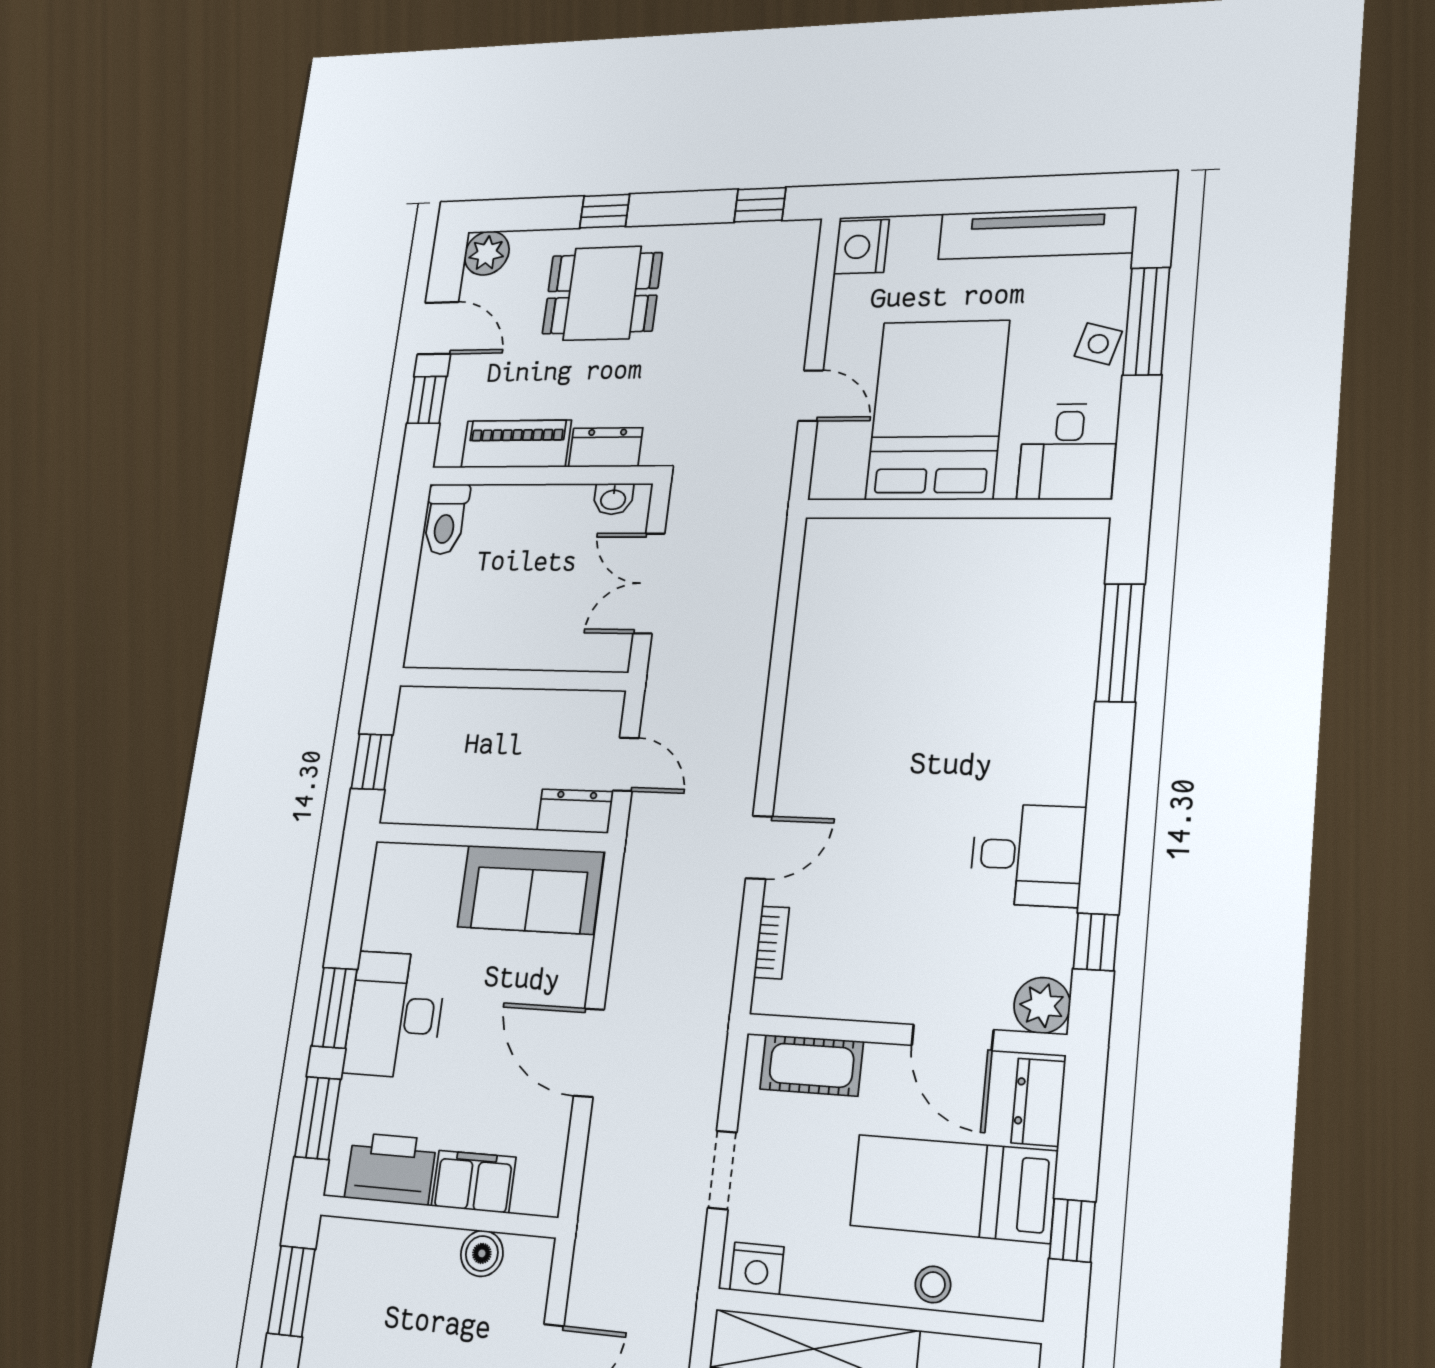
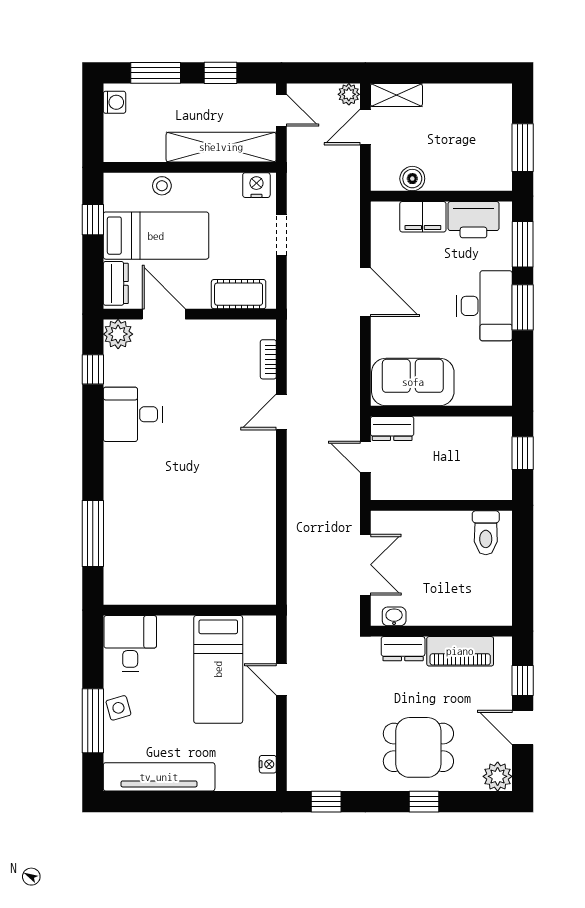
nightstand: (861, 247) -> (268, 764), width x0.53, depth x0.56
side table: (1098, 344) -> (118, 708), turned -32
bed: (938, 410) -> (218, 669), width x0.67
toilet: (445, 519) -> (486, 533), moved, turned 180

